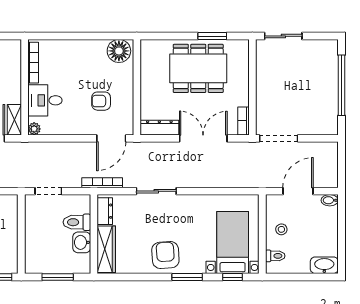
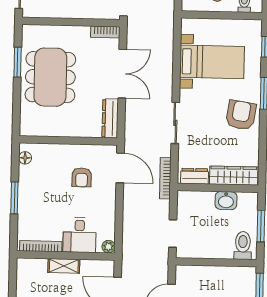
window: (80, 36) -> (14, 198), added
floor lamp: (119, 51) -> (25, 158), width x0.53, depth x0.53
shelving: (14, 120) -> (64, 266), moved
double door: (203, 138) -> (122, 74), swing flipped
toilet: (77, 222) -> (243, 245), moved, turned 180
bed with nightstands: (233, 243) -> (212, 62), moved, turned 180
armchair: (165, 255) -> (241, 115), turned 103

